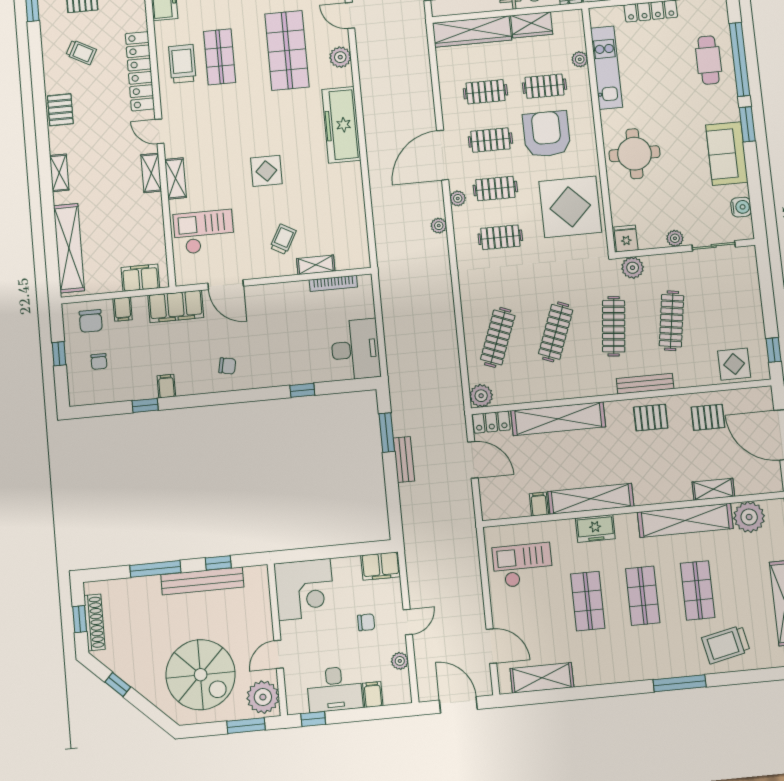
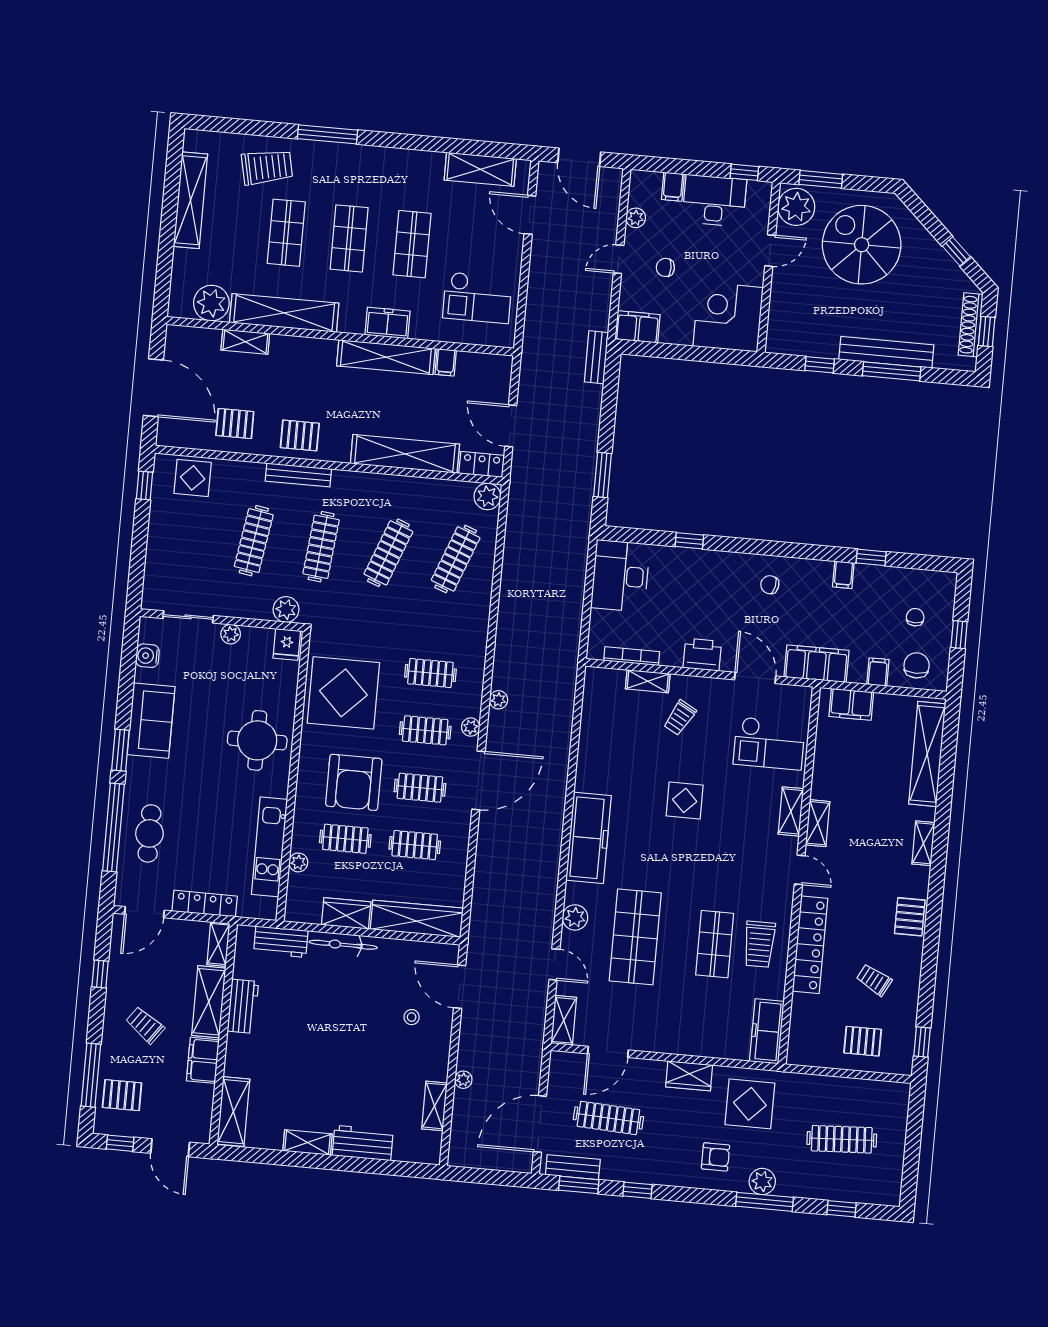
printer: (274, 296) -> (702, 655), added
bench: (404, 460) -> (596, 357), moved
bench: (202, 581) -> (886, 352), moved

